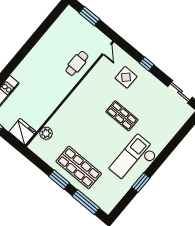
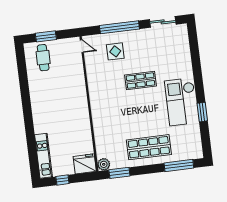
cafe table: (77, 63) -> (43, 58), moved
window: (147, 64) -> (119, 27), width x3.17
plant: (46, 133) -> (104, 164), moved
window: (59, 179) -> (119, 173), moved

